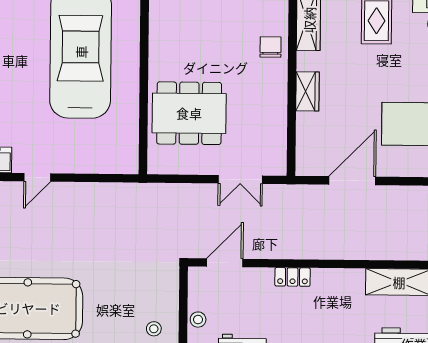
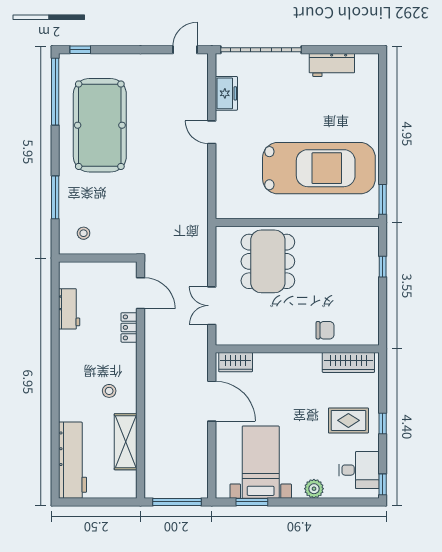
wardrobe: (307, 91) -> (236, 362), moved
locker: (293, 277) -> (129, 327), moved
stool: (198, 320) -> (109, 391), moved

